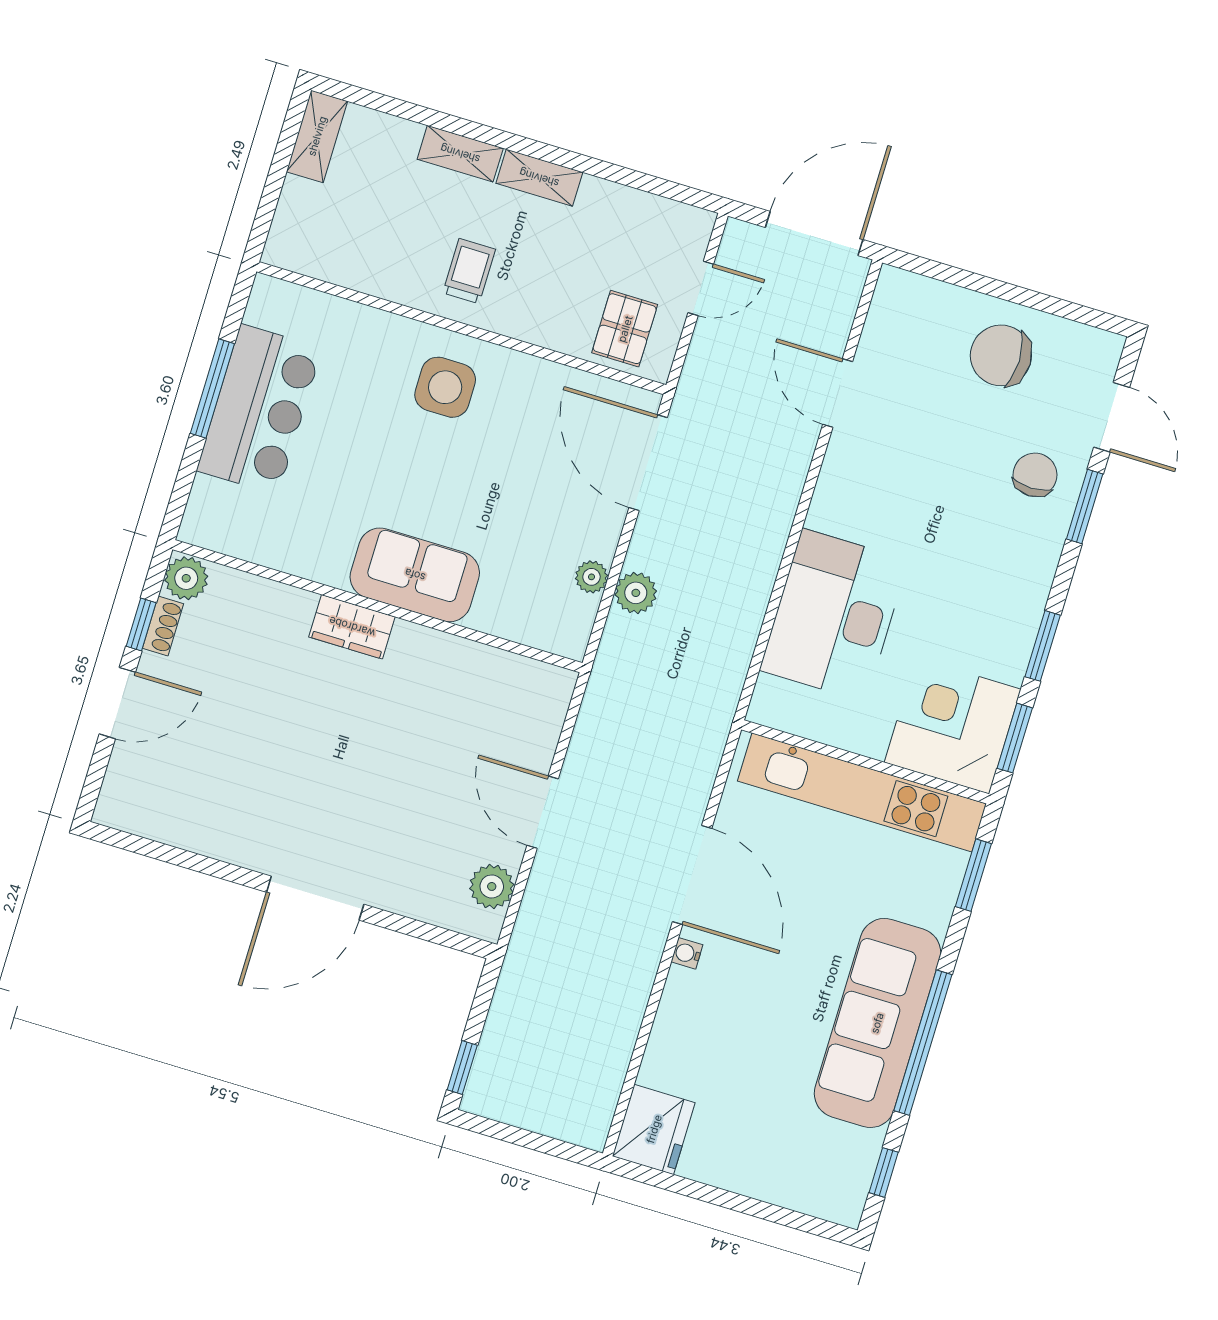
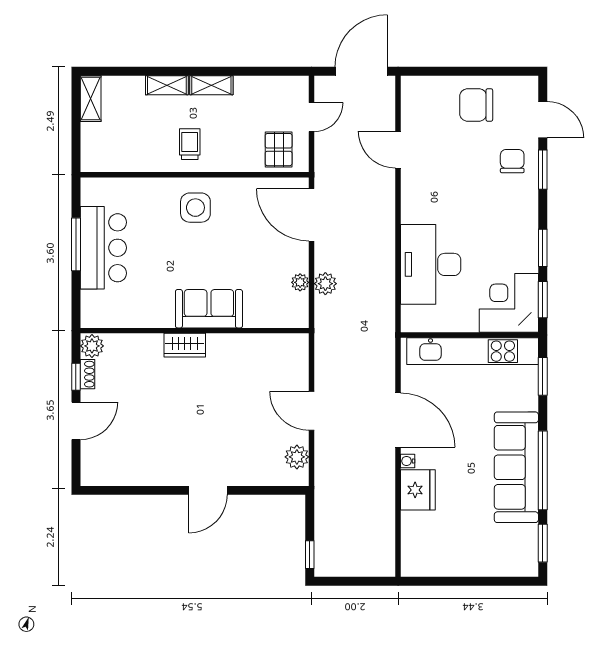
door: (315, 898) -> (208, 490), width x0.73
fridge: (654, 1129) -> (418, 490), moved
window: (884, 1172) -> (543, 543), width x1.50

